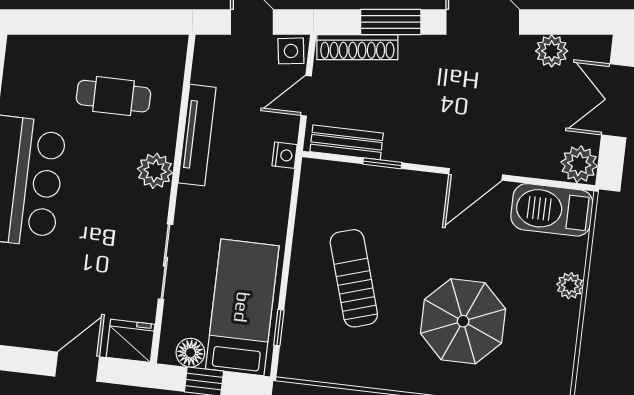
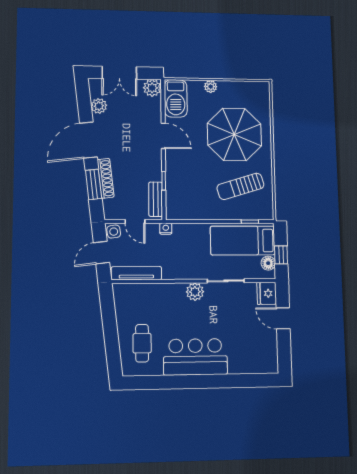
shoe rack: (357, 47) -> (106, 178), moved
cafe table: (113, 96) -> (142, 343), moved
tv unit: (197, 135) -> (136, 273), moved
plant: (155, 171) -> (195, 292), moved
sun lounger: (354, 278) -> (240, 186), moved
parasol: (463, 321) -> (234, 134), width x1.36, depth x1.36

